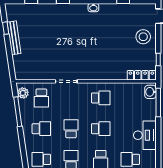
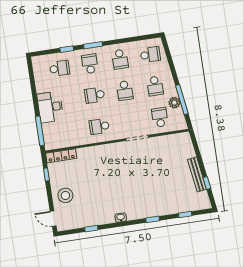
washbasin: (150, 92) -> (49, 140), removed
plant: (23, 93) -> (174, 103), moved
school desk: (41, 129) -> (155, 86), turned -90
desk: (145, 135) -> (50, 107), moved

